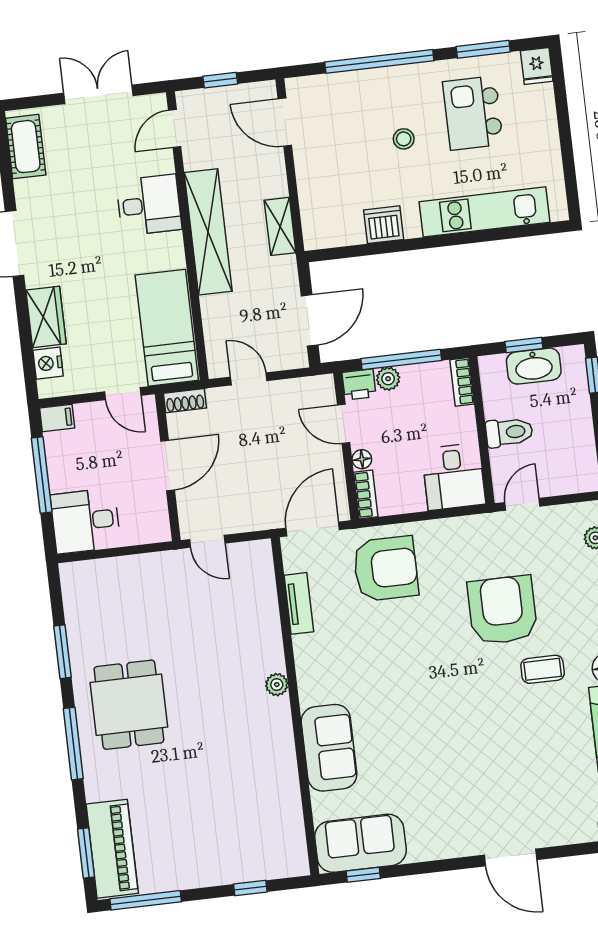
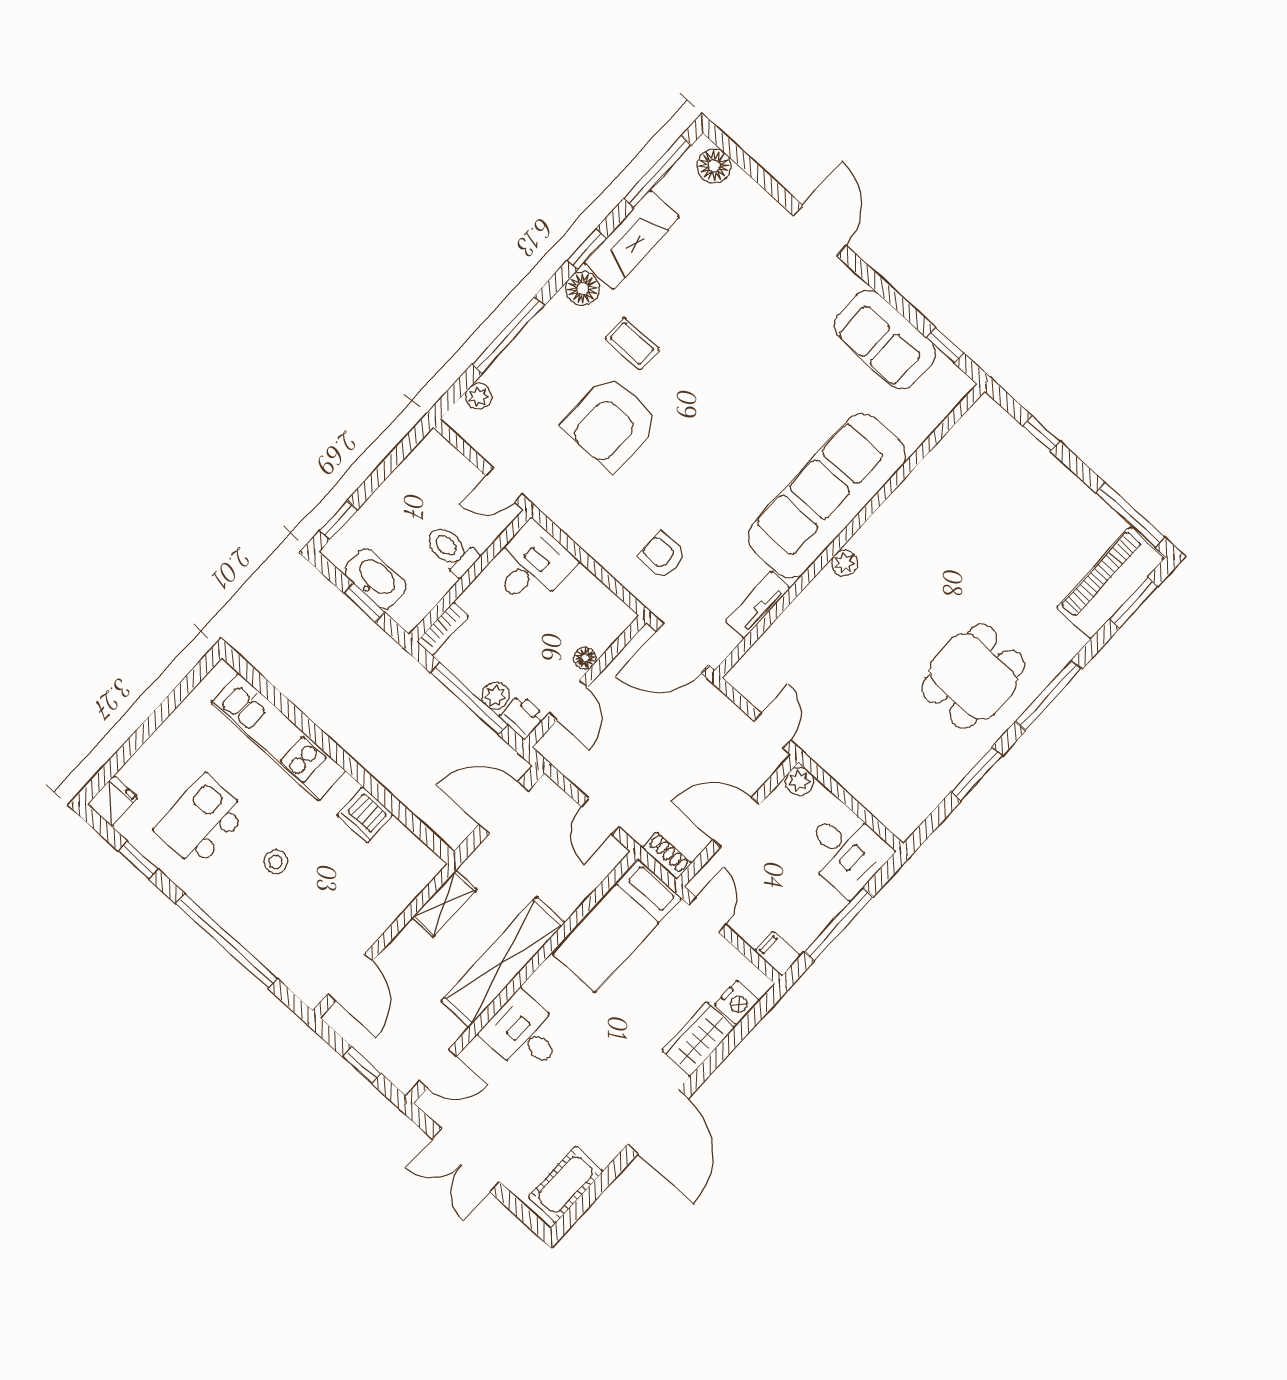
window: (483, 49) -> (138, 860), width x0.67
kitchen island: (473, 113) -> (201, 821), turned 180
bookcase: (366, 495) -> (613, 628), removed
plant: (159, 530) -> (799, 781), added
armchair: (386, 569) -> (662, 555), width x0.53, depth x0.53
sofa: (329, 748) -> (827, 496), width x1.85, depth x1.27
sofa: (360, 843) -> (885, 340), moved

